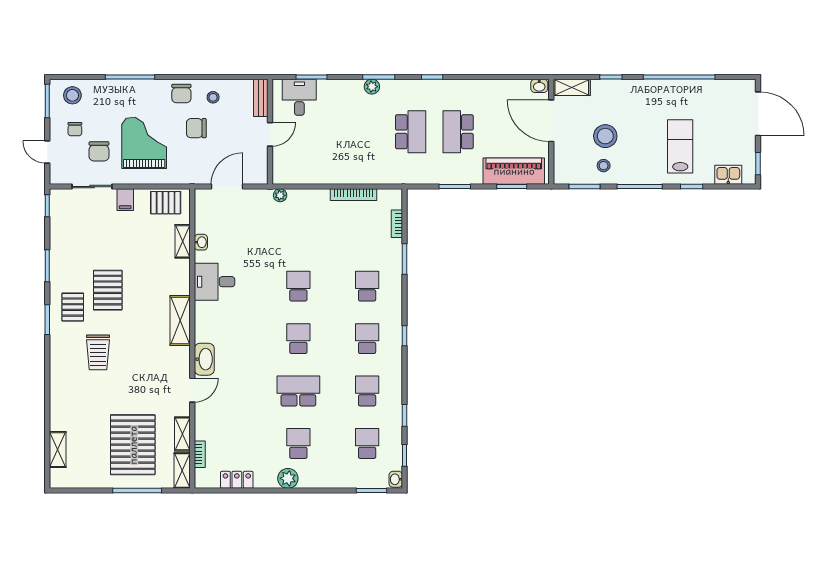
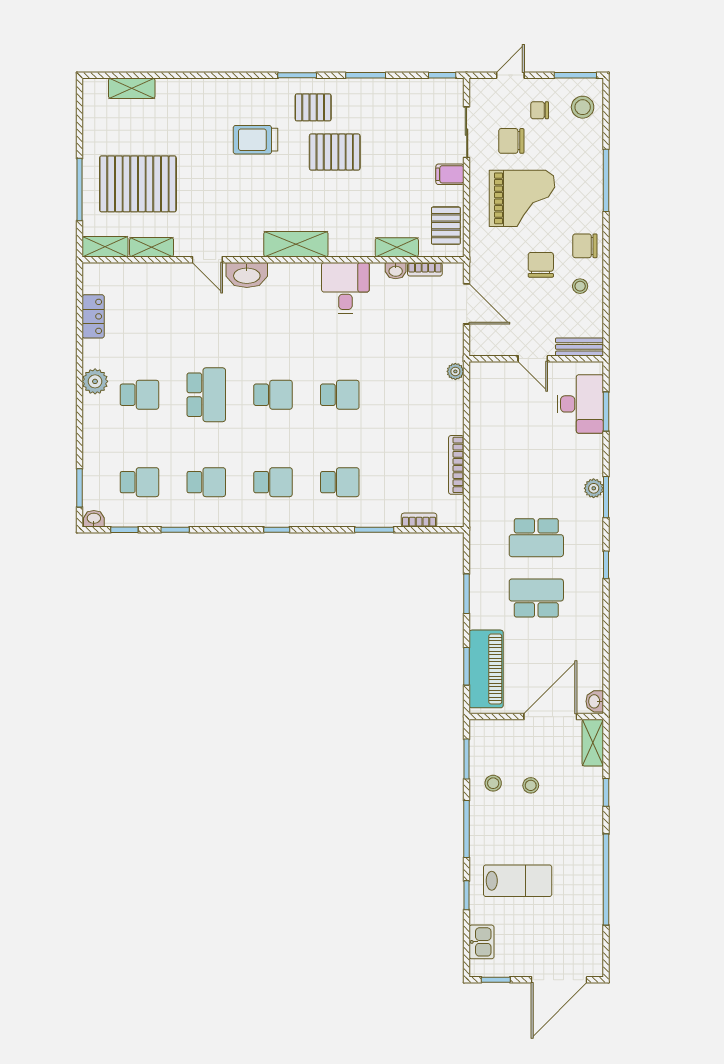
desk: (299, 97) -> (580, 404), width x1.37
stool: (605, 136) -> (531, 785), width x0.53, depth x0.53
bookcase: (200, 454) -> (425, 269), moved

